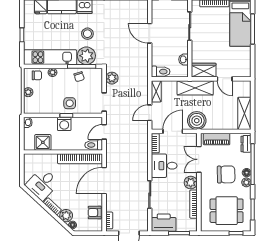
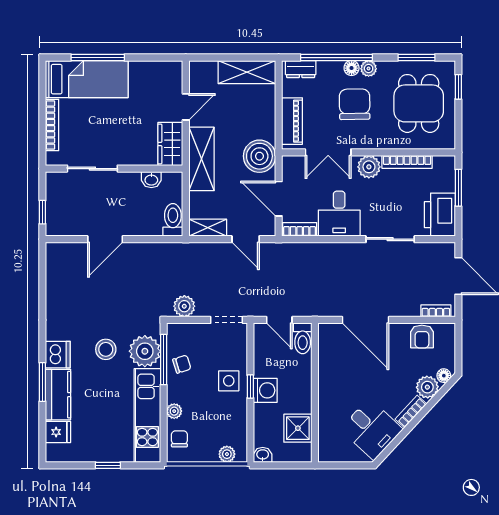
plant: (28, 92) -> (227, 454), moved
bookcase: (80, 159) -> (327, 362), removed

